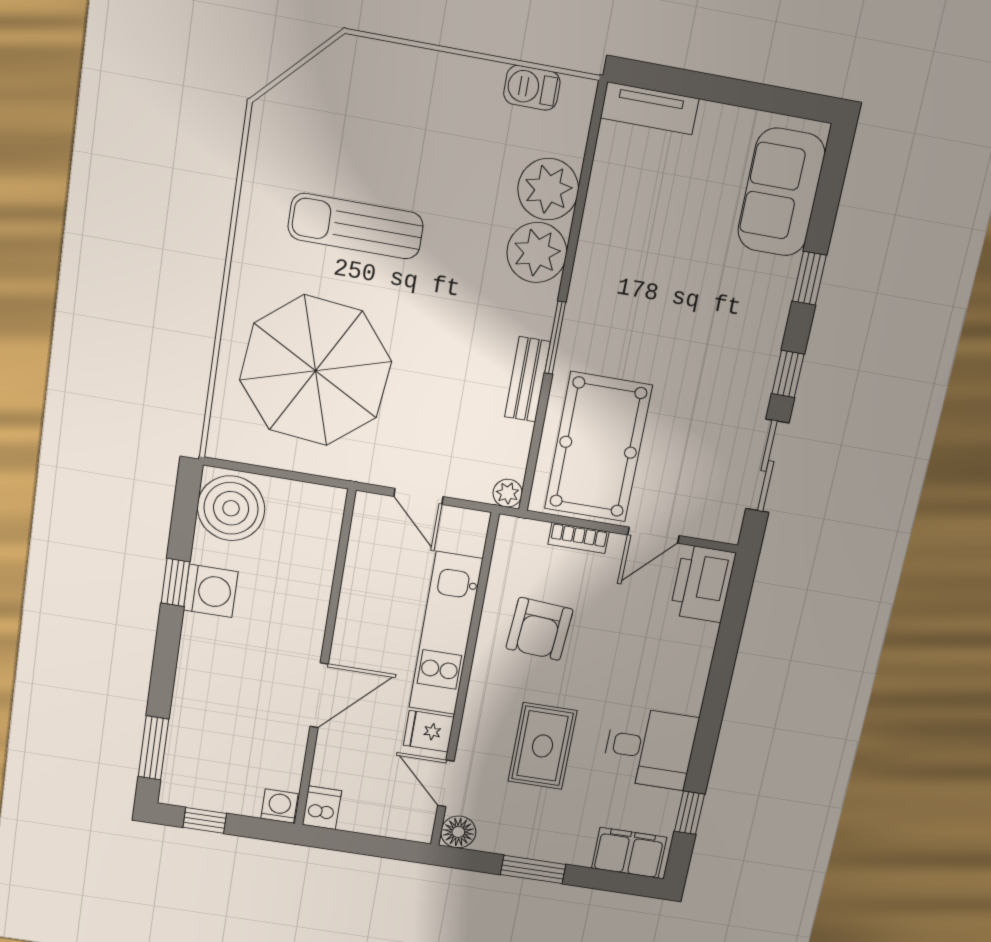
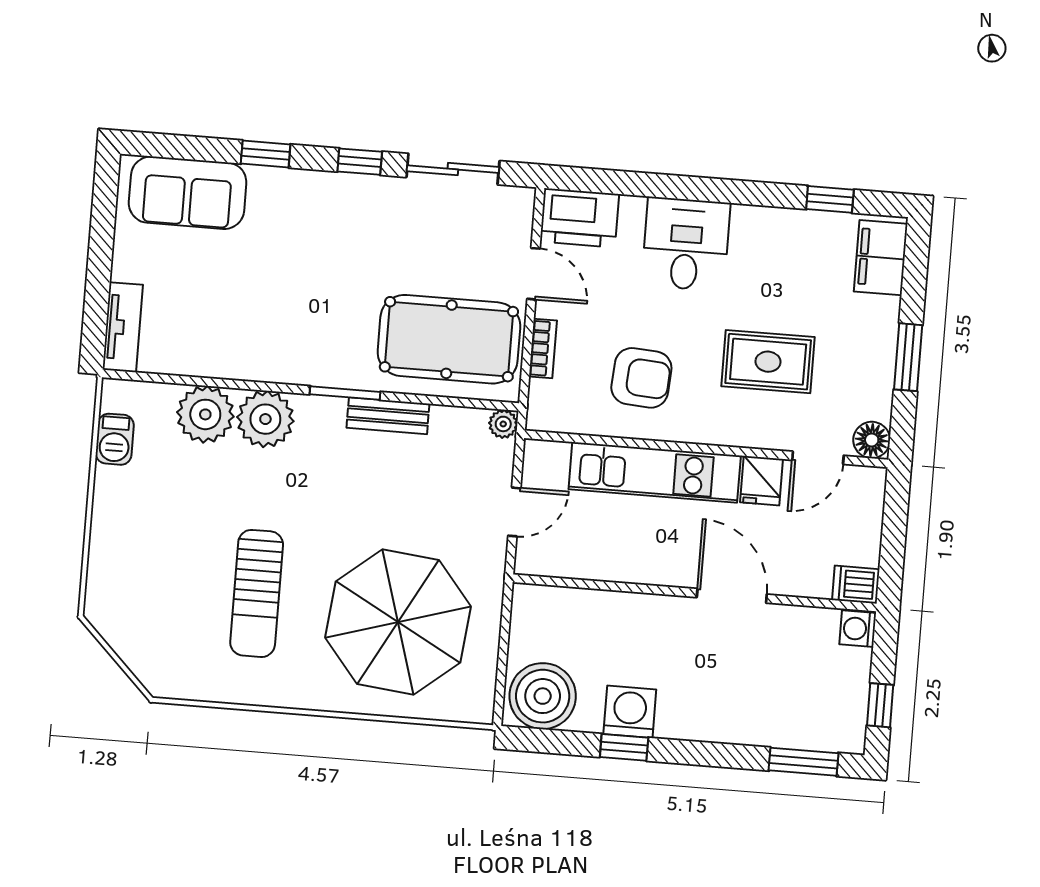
desk: (650, 748) -> (686, 244), moved

